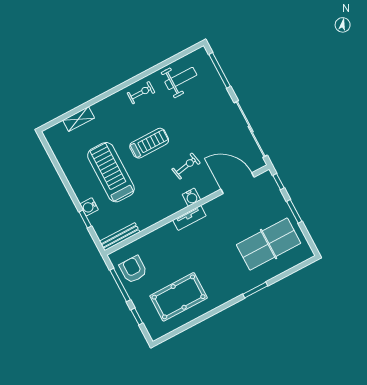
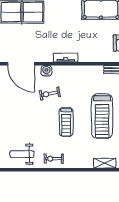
treadmill: (149, 143) -> (66, 122), turned -90
water cooler: (191, 197) -> (46, 71), moved

